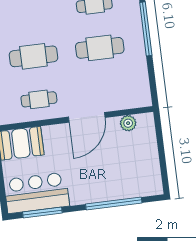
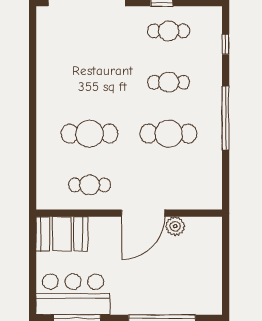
plant: (128, 123) -> (175, 226), moved

